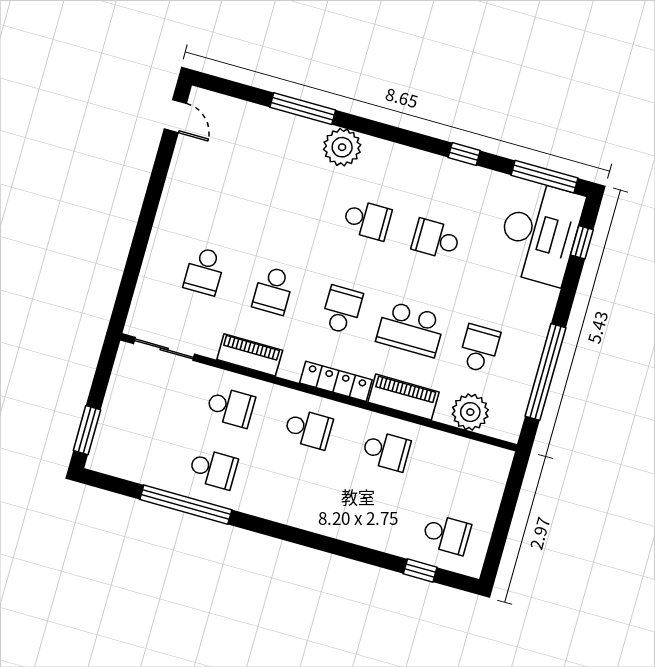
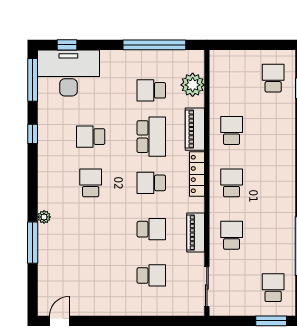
plant: (342, 147) -> (44, 217), width x0.53, depth x0.53
school desk: (436, 239) -> (91, 137), turned 90
school desk: (213, 469) -> (273, 288), moved

